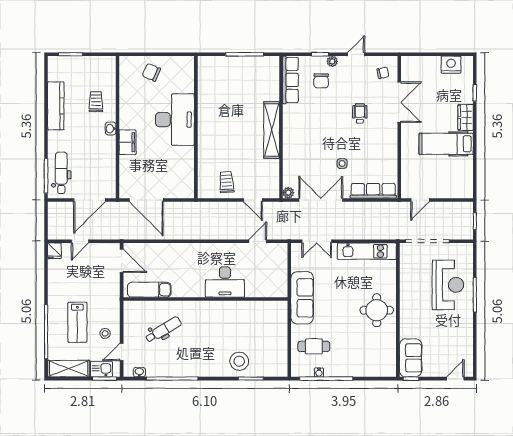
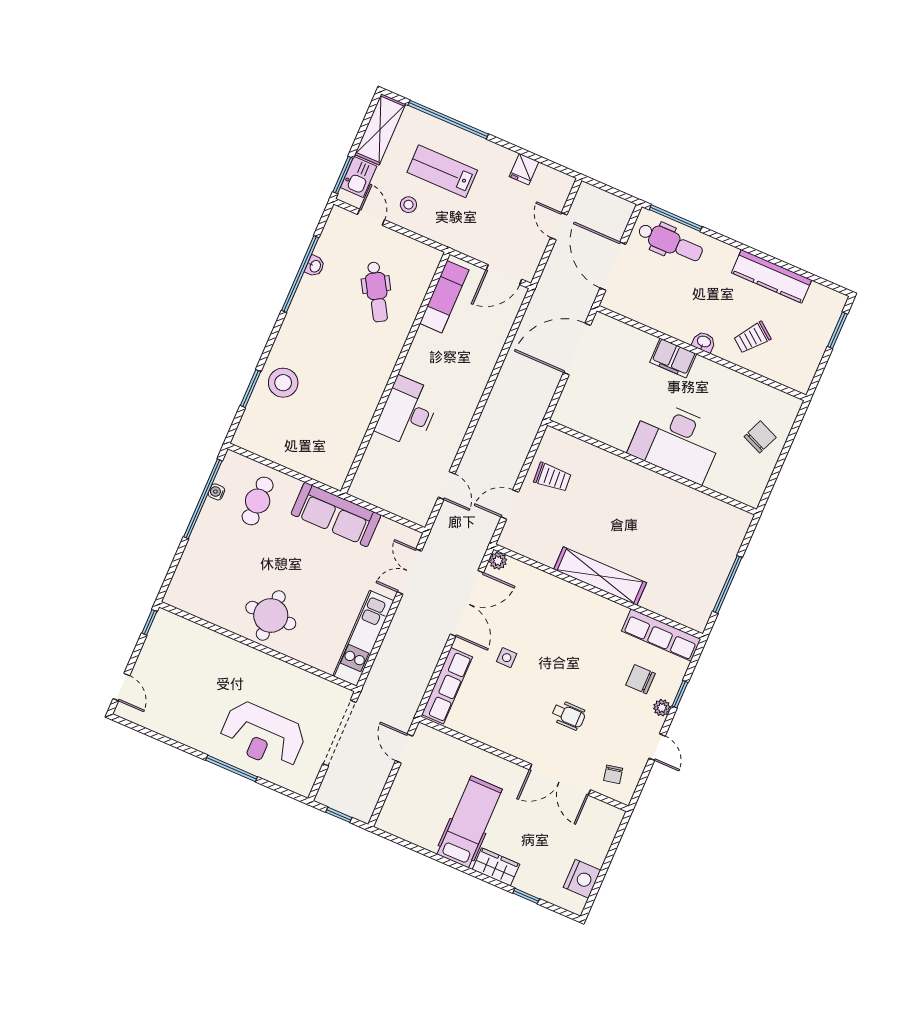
trolley: (96, 102) -> (752, 338), turned 128
fridge: (54, 251) -> (524, 169), moved, turned -90
sofa: (411, 358) -> (180, 635), removed
washbasin: (139, 372) -> (315, 266), moved

